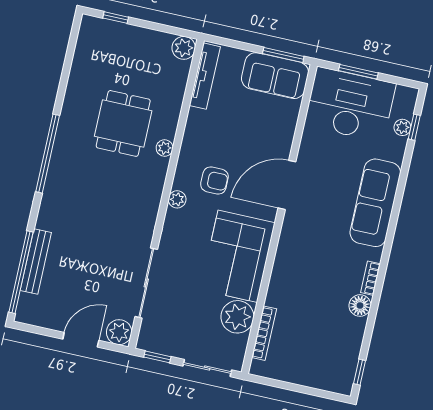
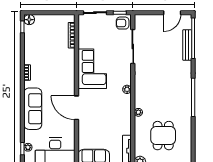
dining table: (123, 123) -> (163, 136), moved
armchair: (214, 180) -> (123, 23), moved
door: (287, 185) -> (77, 108), swing flipped
floor lamp: (360, 306) -> (29, 20), moved
plant: (237, 317) -> (86, 40), removed
plant: (119, 332) -> (140, 20), removed
door: (81, 340) -> (172, 13), moved

